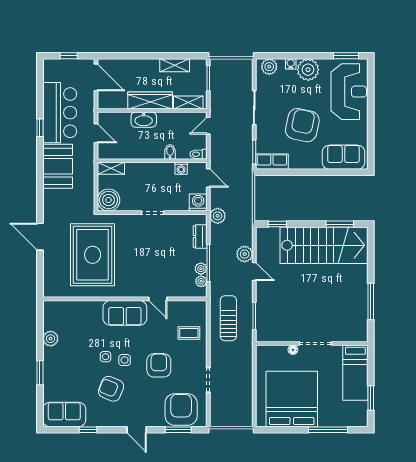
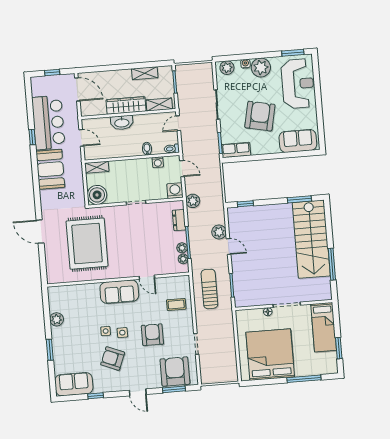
stairs: (324, 245) -> (311, 239), moved, turned 90

